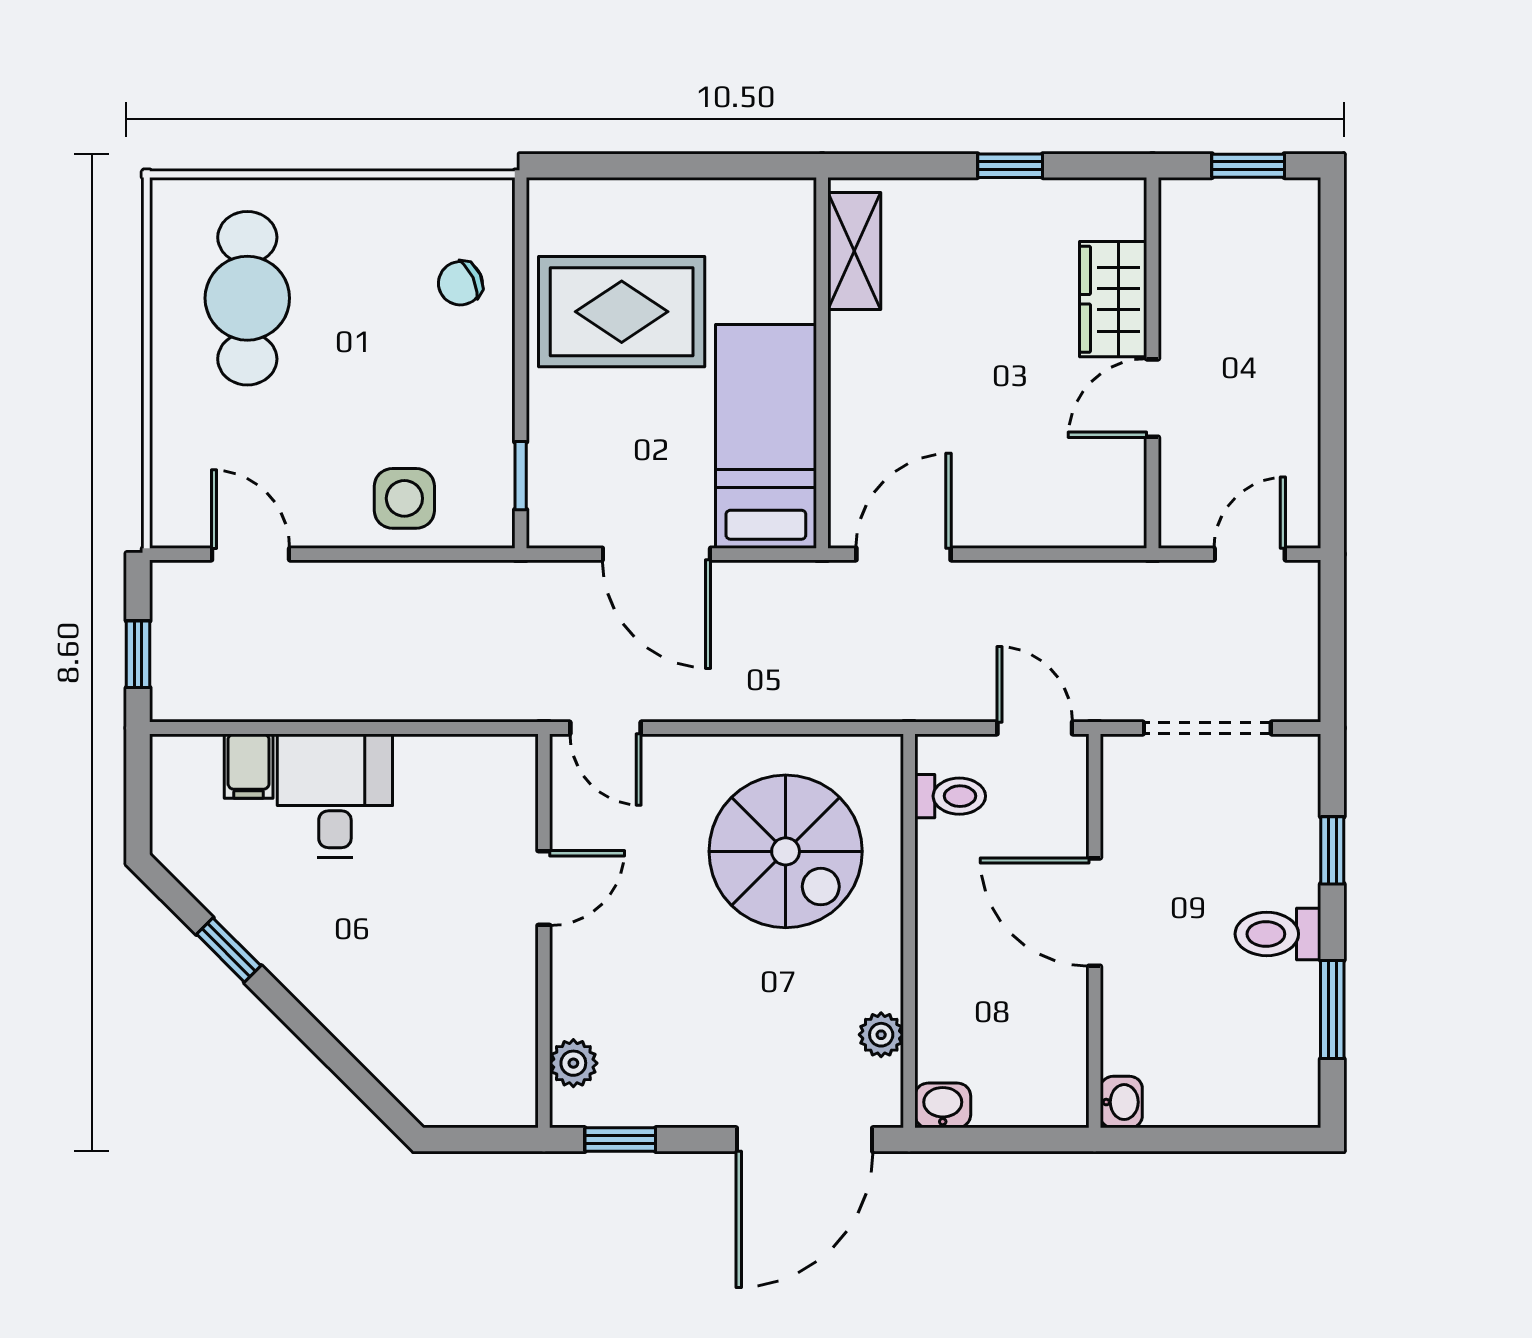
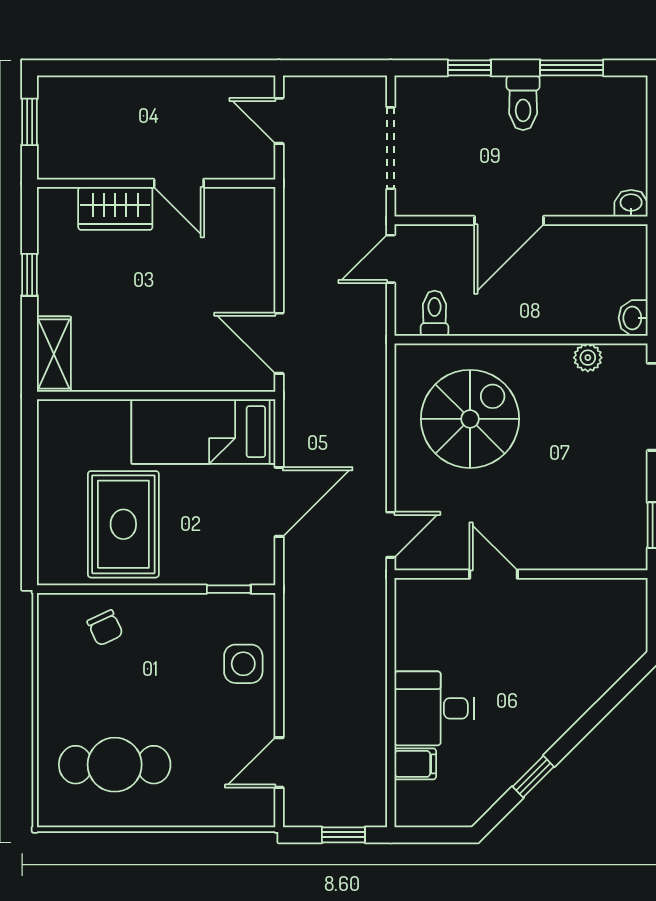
shelving: (854, 251) -> (54, 354), moved, turned 90
plant: (573, 1063) -> (606, 555), removed

